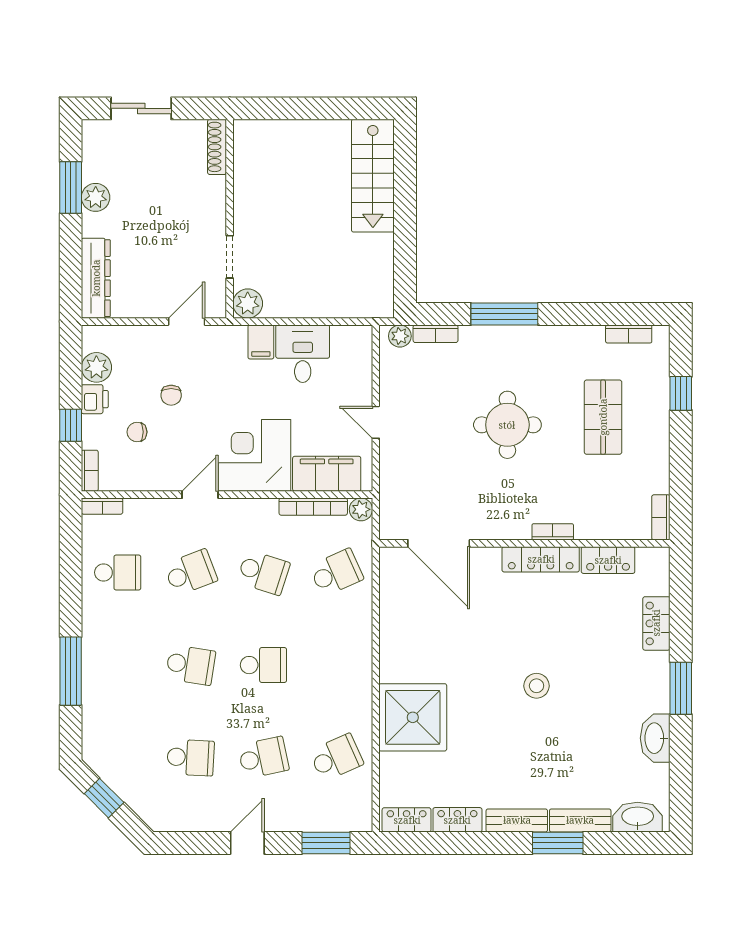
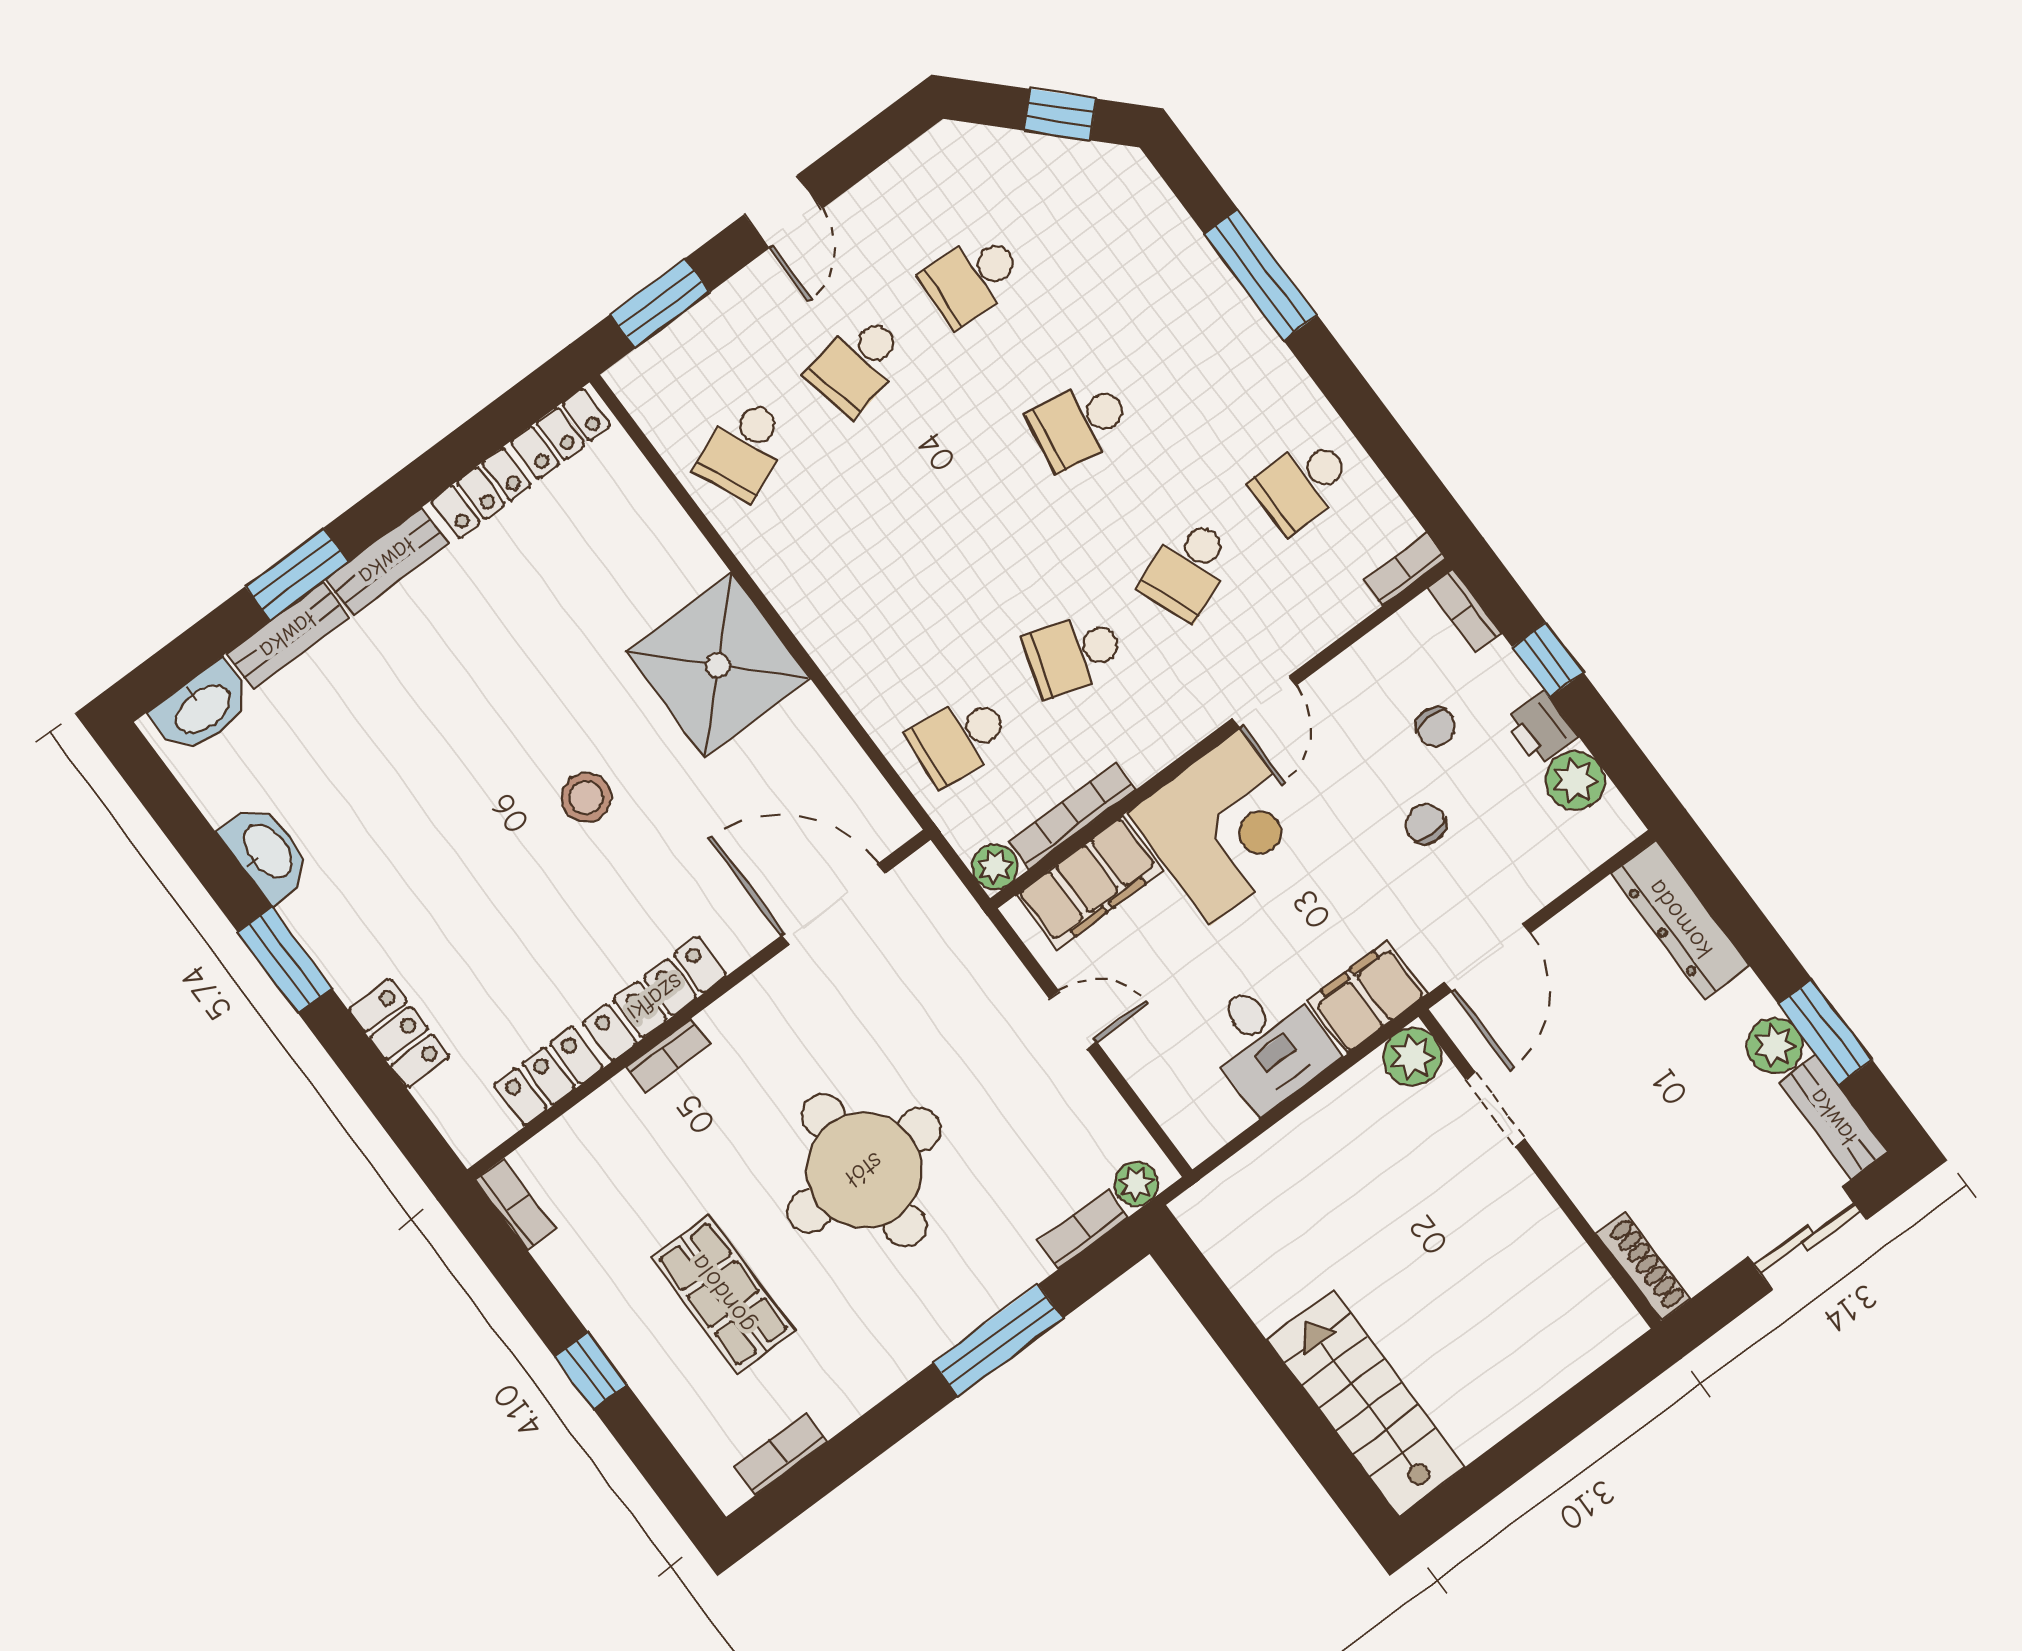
bench: (93, 150) -> (1833, 1117), added
door: (187, 322) -> (1487, 958), width x1.38
filing cabinet: (261, 342) -> (1367, 997), width x2.00
window: (681, 393) -> (591, 1371), moved
round table: (507, 425) -> (864, 1170), width x1.36, depth x1.36
chair: (137, 432) -> (1436, 727), turned 90
school desk: (336, 572) -> (960, 739), turned 30
school desk: (263, 665) -> (966, 509), removed
stool: (537, 686) -> (586, 798), moved
shower: (413, 717) -> (718, 665), moved

